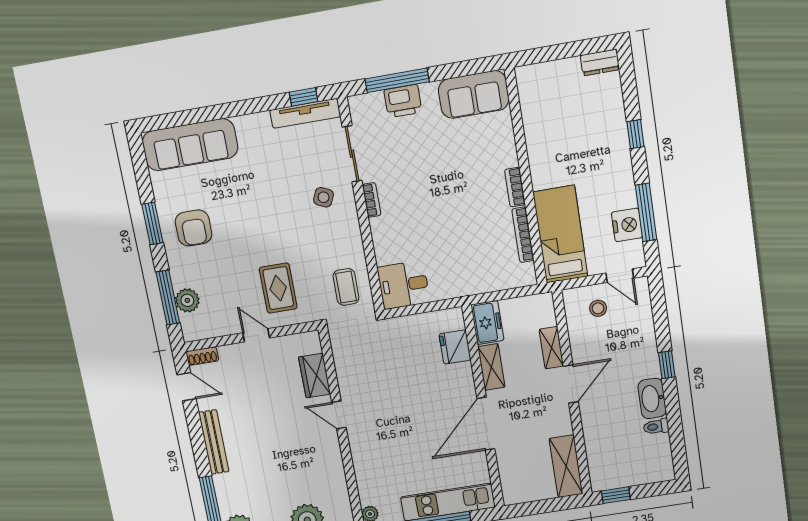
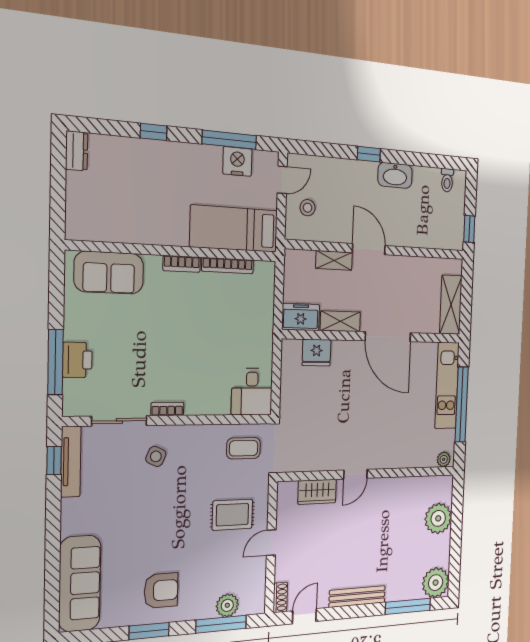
sofa: (474, 94) -> (109, 273), moved, turned 90
toilet: (656, 427) -> (447, 180), moved
shelving: (566, 466) -> (451, 305), moved, turned 90

